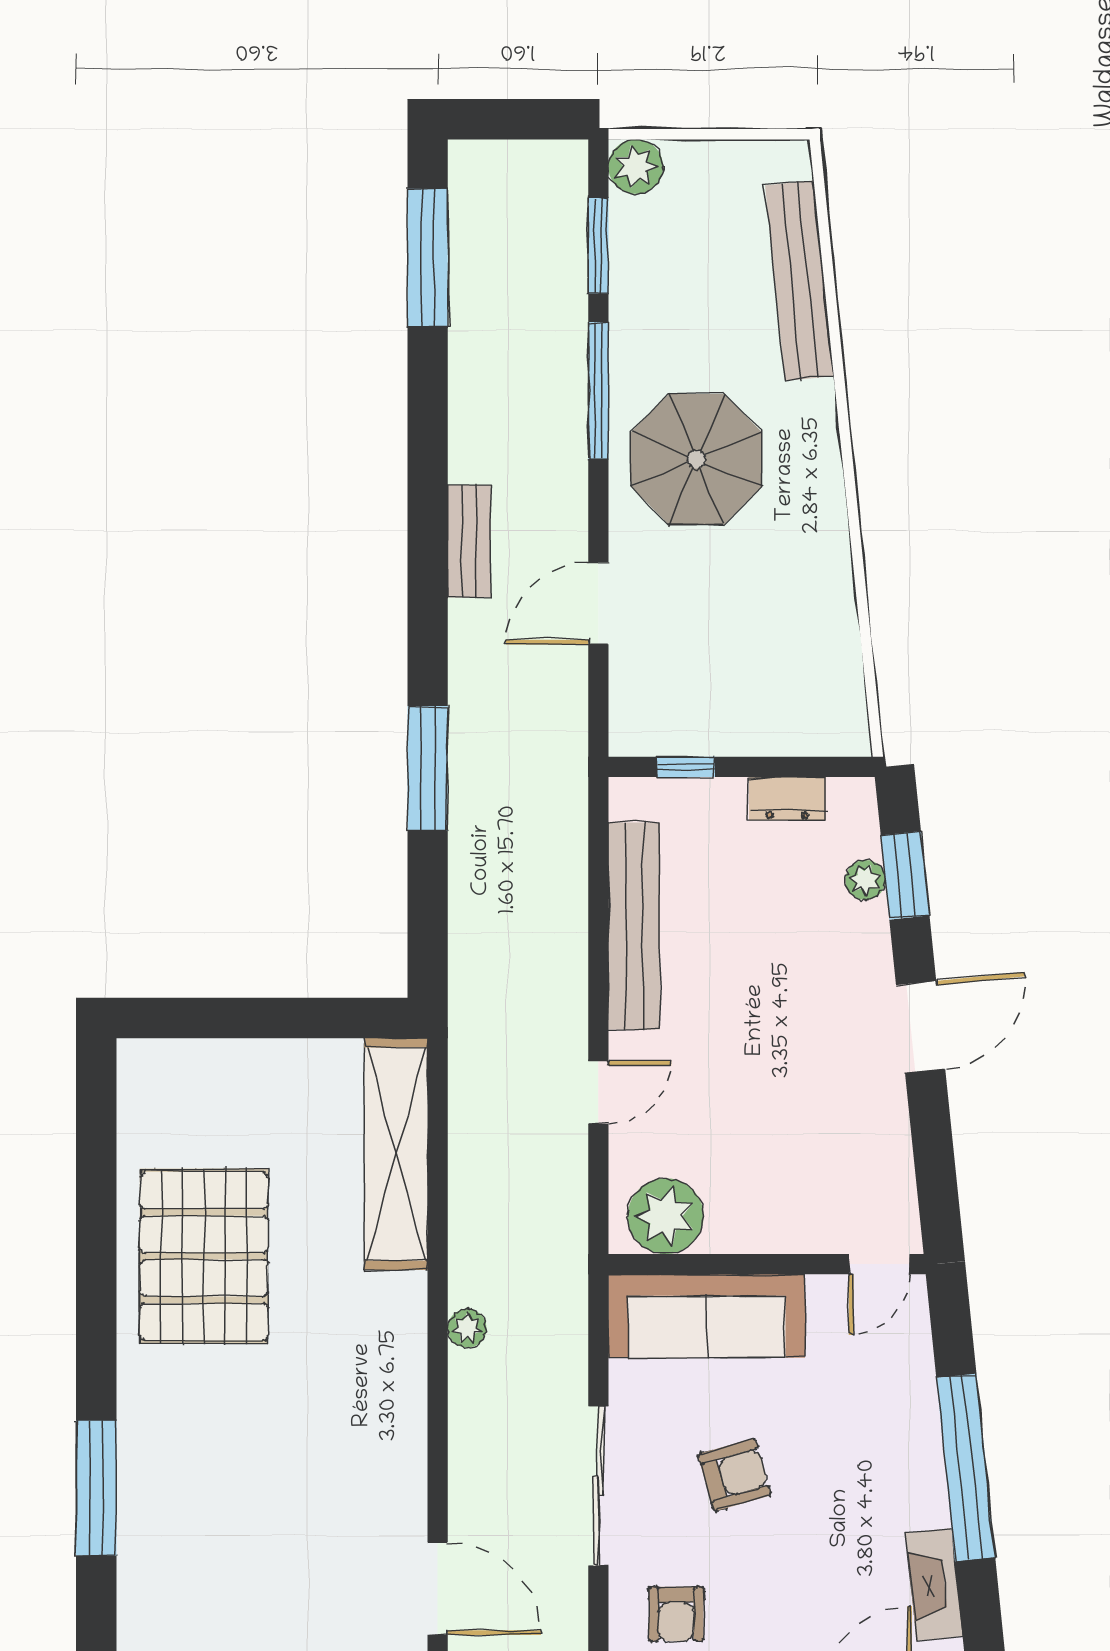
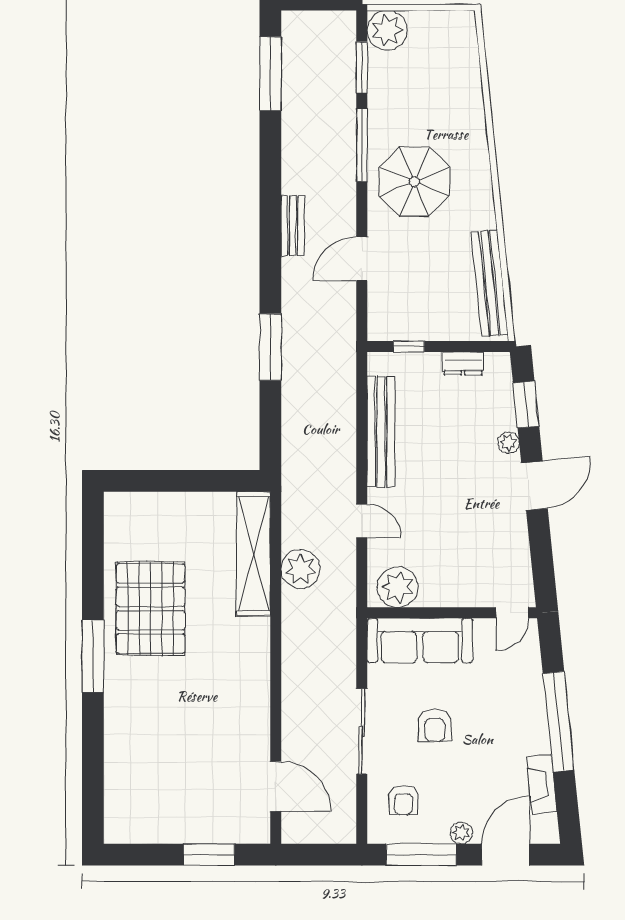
plant: (636, 167) -> (387, 30), width x1.36, depth x1.36
bench: (800, 281) -> (490, 283), moved
plant: (865, 880) -> (508, 443), moved
door: (598, 1093) -> (362, 521), hinge flipped
plant: (467, 1328) -> (301, 569), moved, width x1.87, depth x1.87
armchair: (735, 1475) -> (435, 725), turned 106
window: (96, 1488) -> (93, 656), moved

